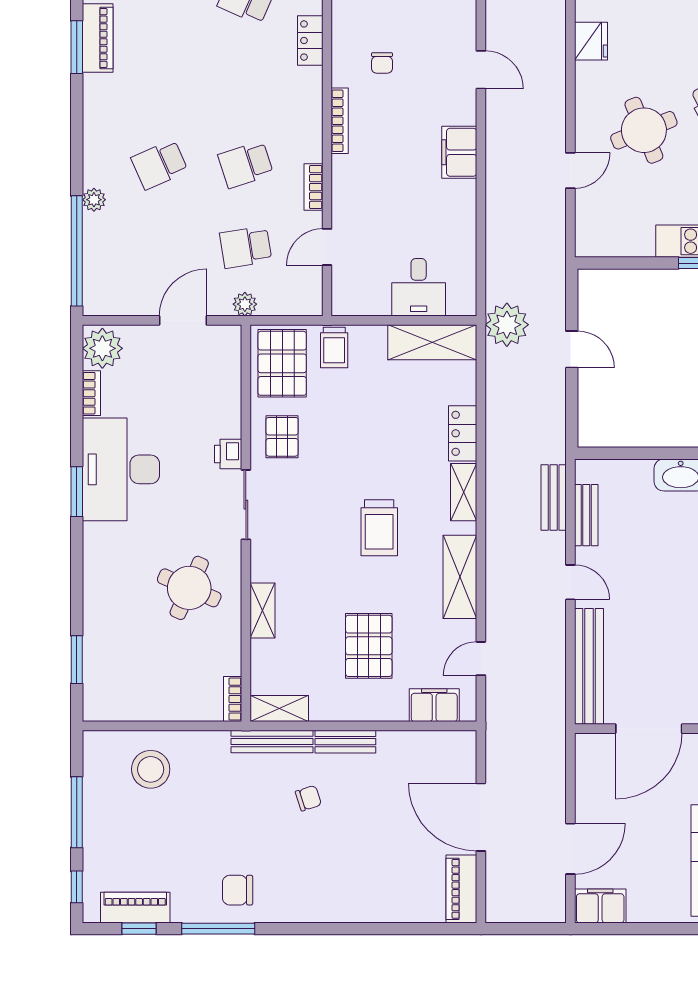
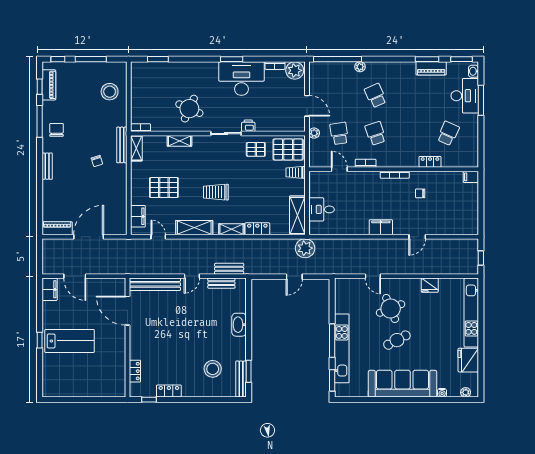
bench: (345, 742) -> (47, 166), moved

